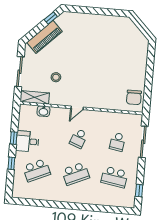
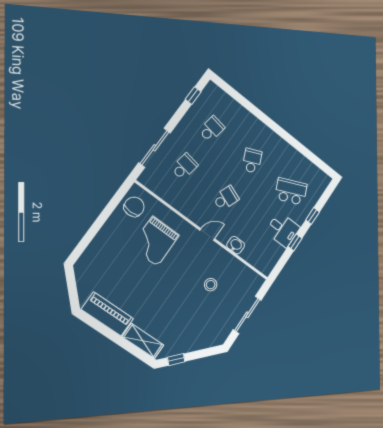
piano: (45, 37) -> (107, 314), moved, turned 45
grand piano: (108, 84) -> (155, 241), added
shelving: (35, 97) -> (143, 341), moved
washbasin: (43, 111) -> (236, 245), moved
school desk: (76, 174) -> (252, 161), width x0.54
school desk: (114, 177) -> (212, 129), width x0.54

